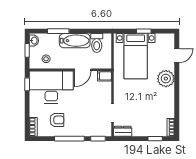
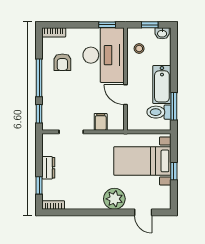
window: (58, 31) -> (174, 106), moved
filing cabinet: (104, 76) -> (101, 122), moved
dresser: (123, 131) -> (48, 168), moved

